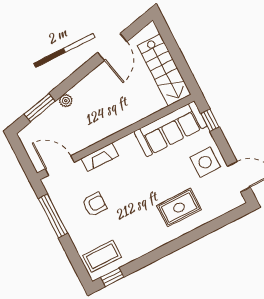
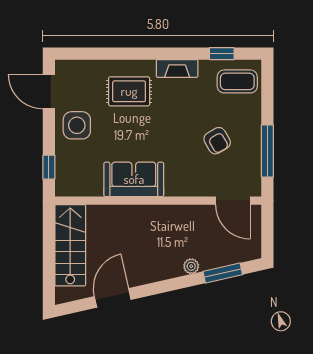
sofa: (171, 129) -> (134, 179), moved, width x0.73
fireplace: (100, 157) -> (177, 68), moved, turned 180
armchair: (94, 204) -> (217, 141), turned -120
window: (112, 277) -> (222, 54), moved

